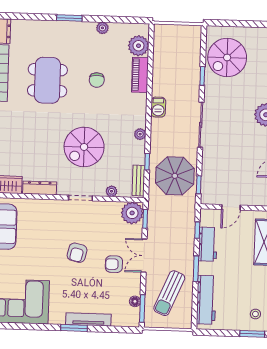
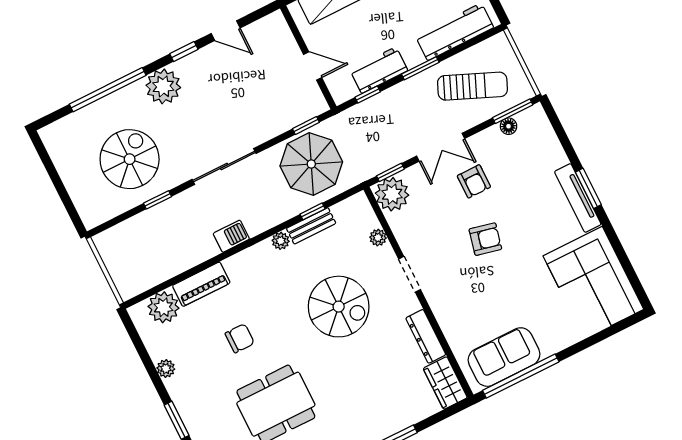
spiral stairs: (227, 57) -> (130, 159), moved, turned -90
bench: (138, 181) -> (311, 226), moved
tv unit: (88, 319) -> (578, 198), moved

